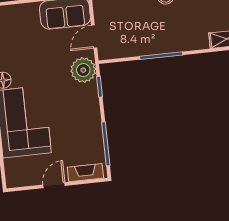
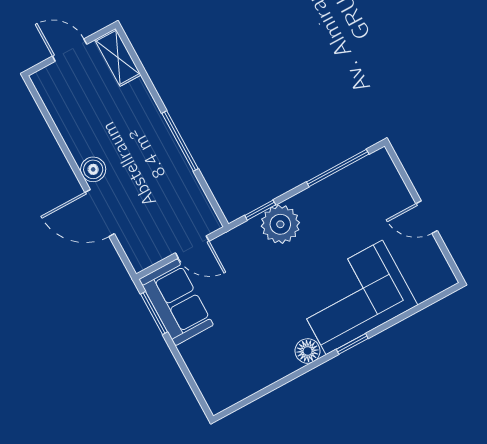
plant: (83, 70) -> (280, 224), moved
fireplace: (85, 173) -> (390, 180), removed

